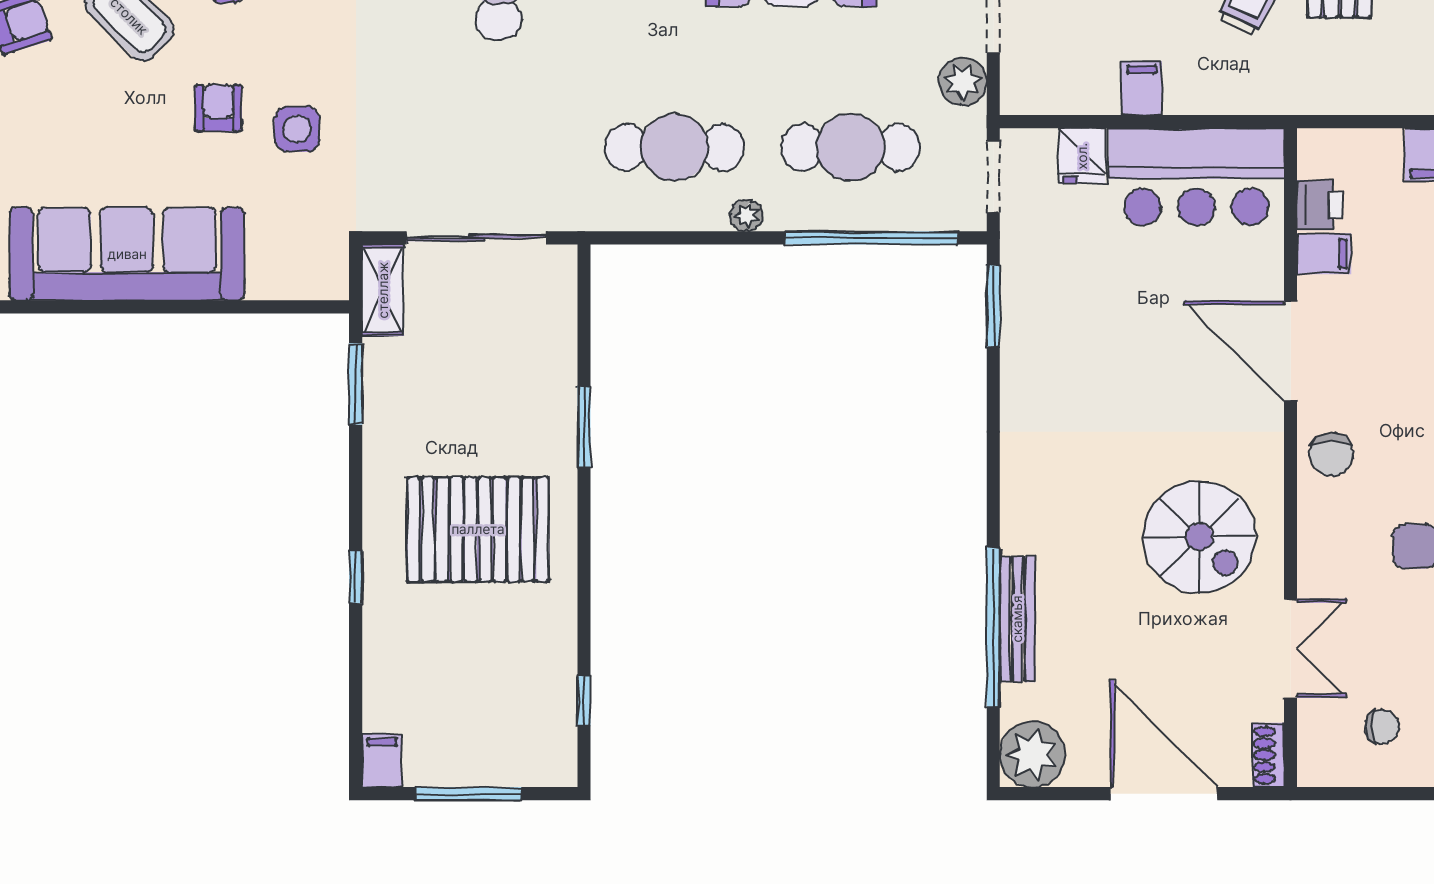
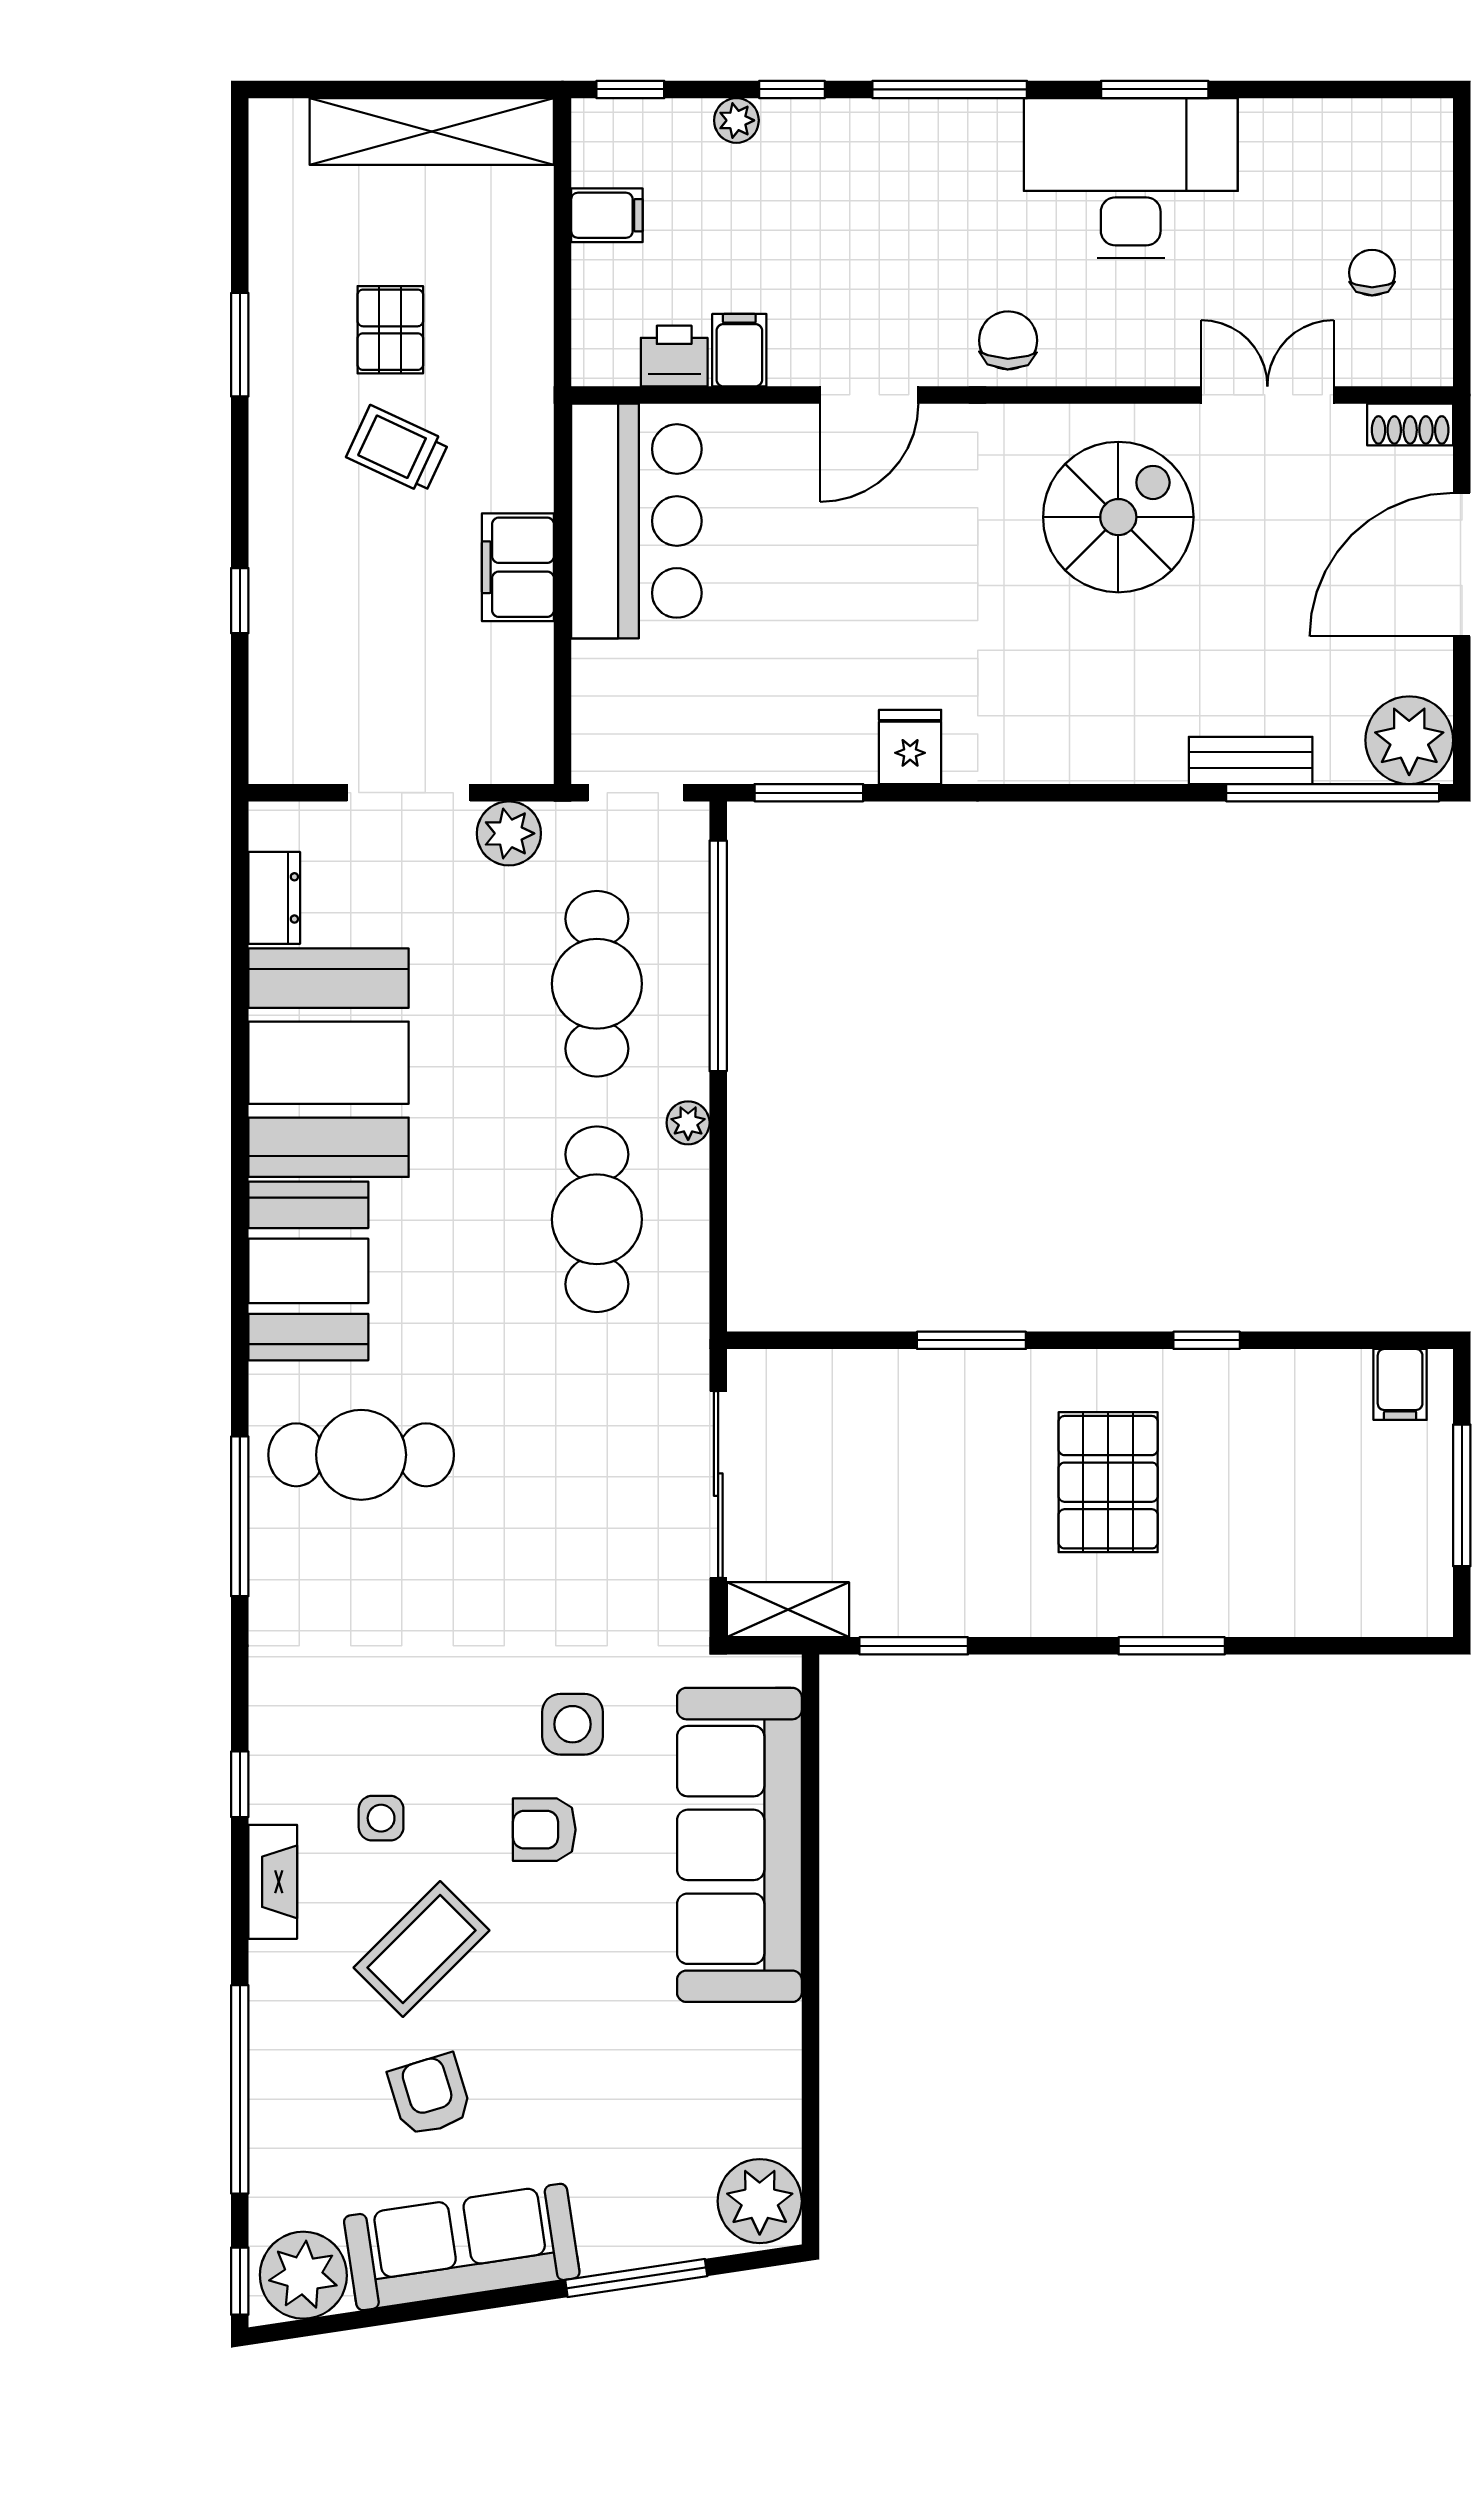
filing cabinet: (1142, 88) -> (518, 567), width x2.00
fridge: (1082, 156) -> (910, 747), moved, turned -90
sofa: (127, 254) -> (739, 1845), moved
door: (1291, 351) -> (869, 395), width x0.73
chair: (1331, 455) -> (1008, 340), turned -89
pallet: (478, 529) -> (1108, 1482), width x0.73, depth x0.71
window: (356, 577) -> (1172, 1646), width x1.50
bench: (1017, 619) -> (1251, 760), width x0.73
window: (993, 627) -> (1333, 793), moved
window: (584, 701) -> (1207, 1340), moved
filing cabinet: (382, 761) -> (1400, 1384), moved, turned -90

